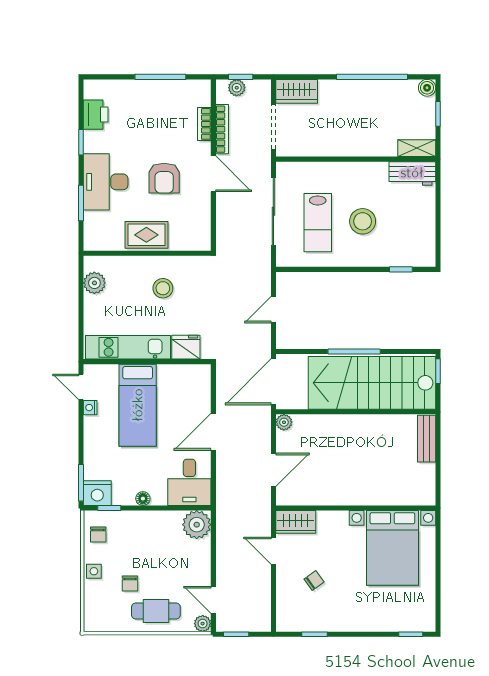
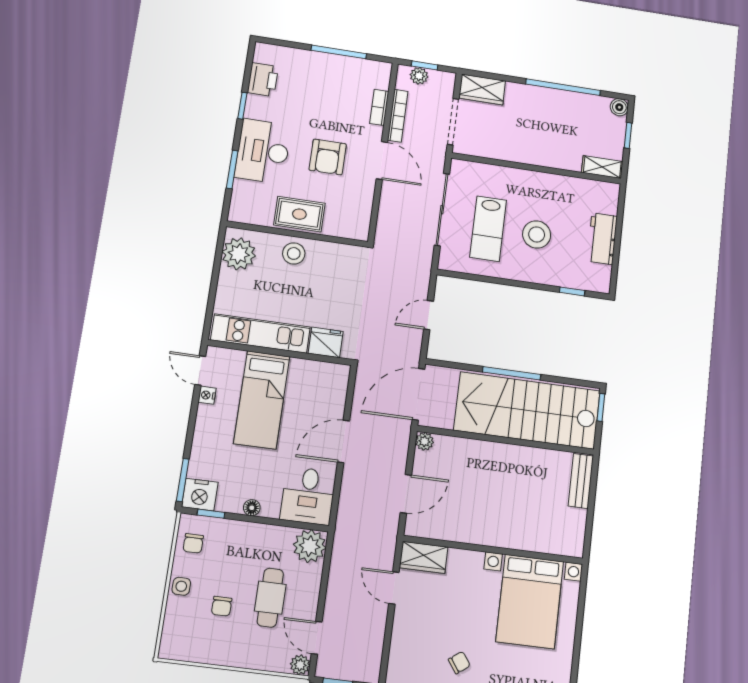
workbench: (412, 173) -> (602, 239), moved, turned 90
plant: (94, 283) -> (239, 254), width x1.36, depth x1.36
stool: (163, 288) -> (294, 253), moved
chair: (314, 581) -> (459, 663), moved
cafe table: (156, 611) -> (270, 598), moved, turned 90

